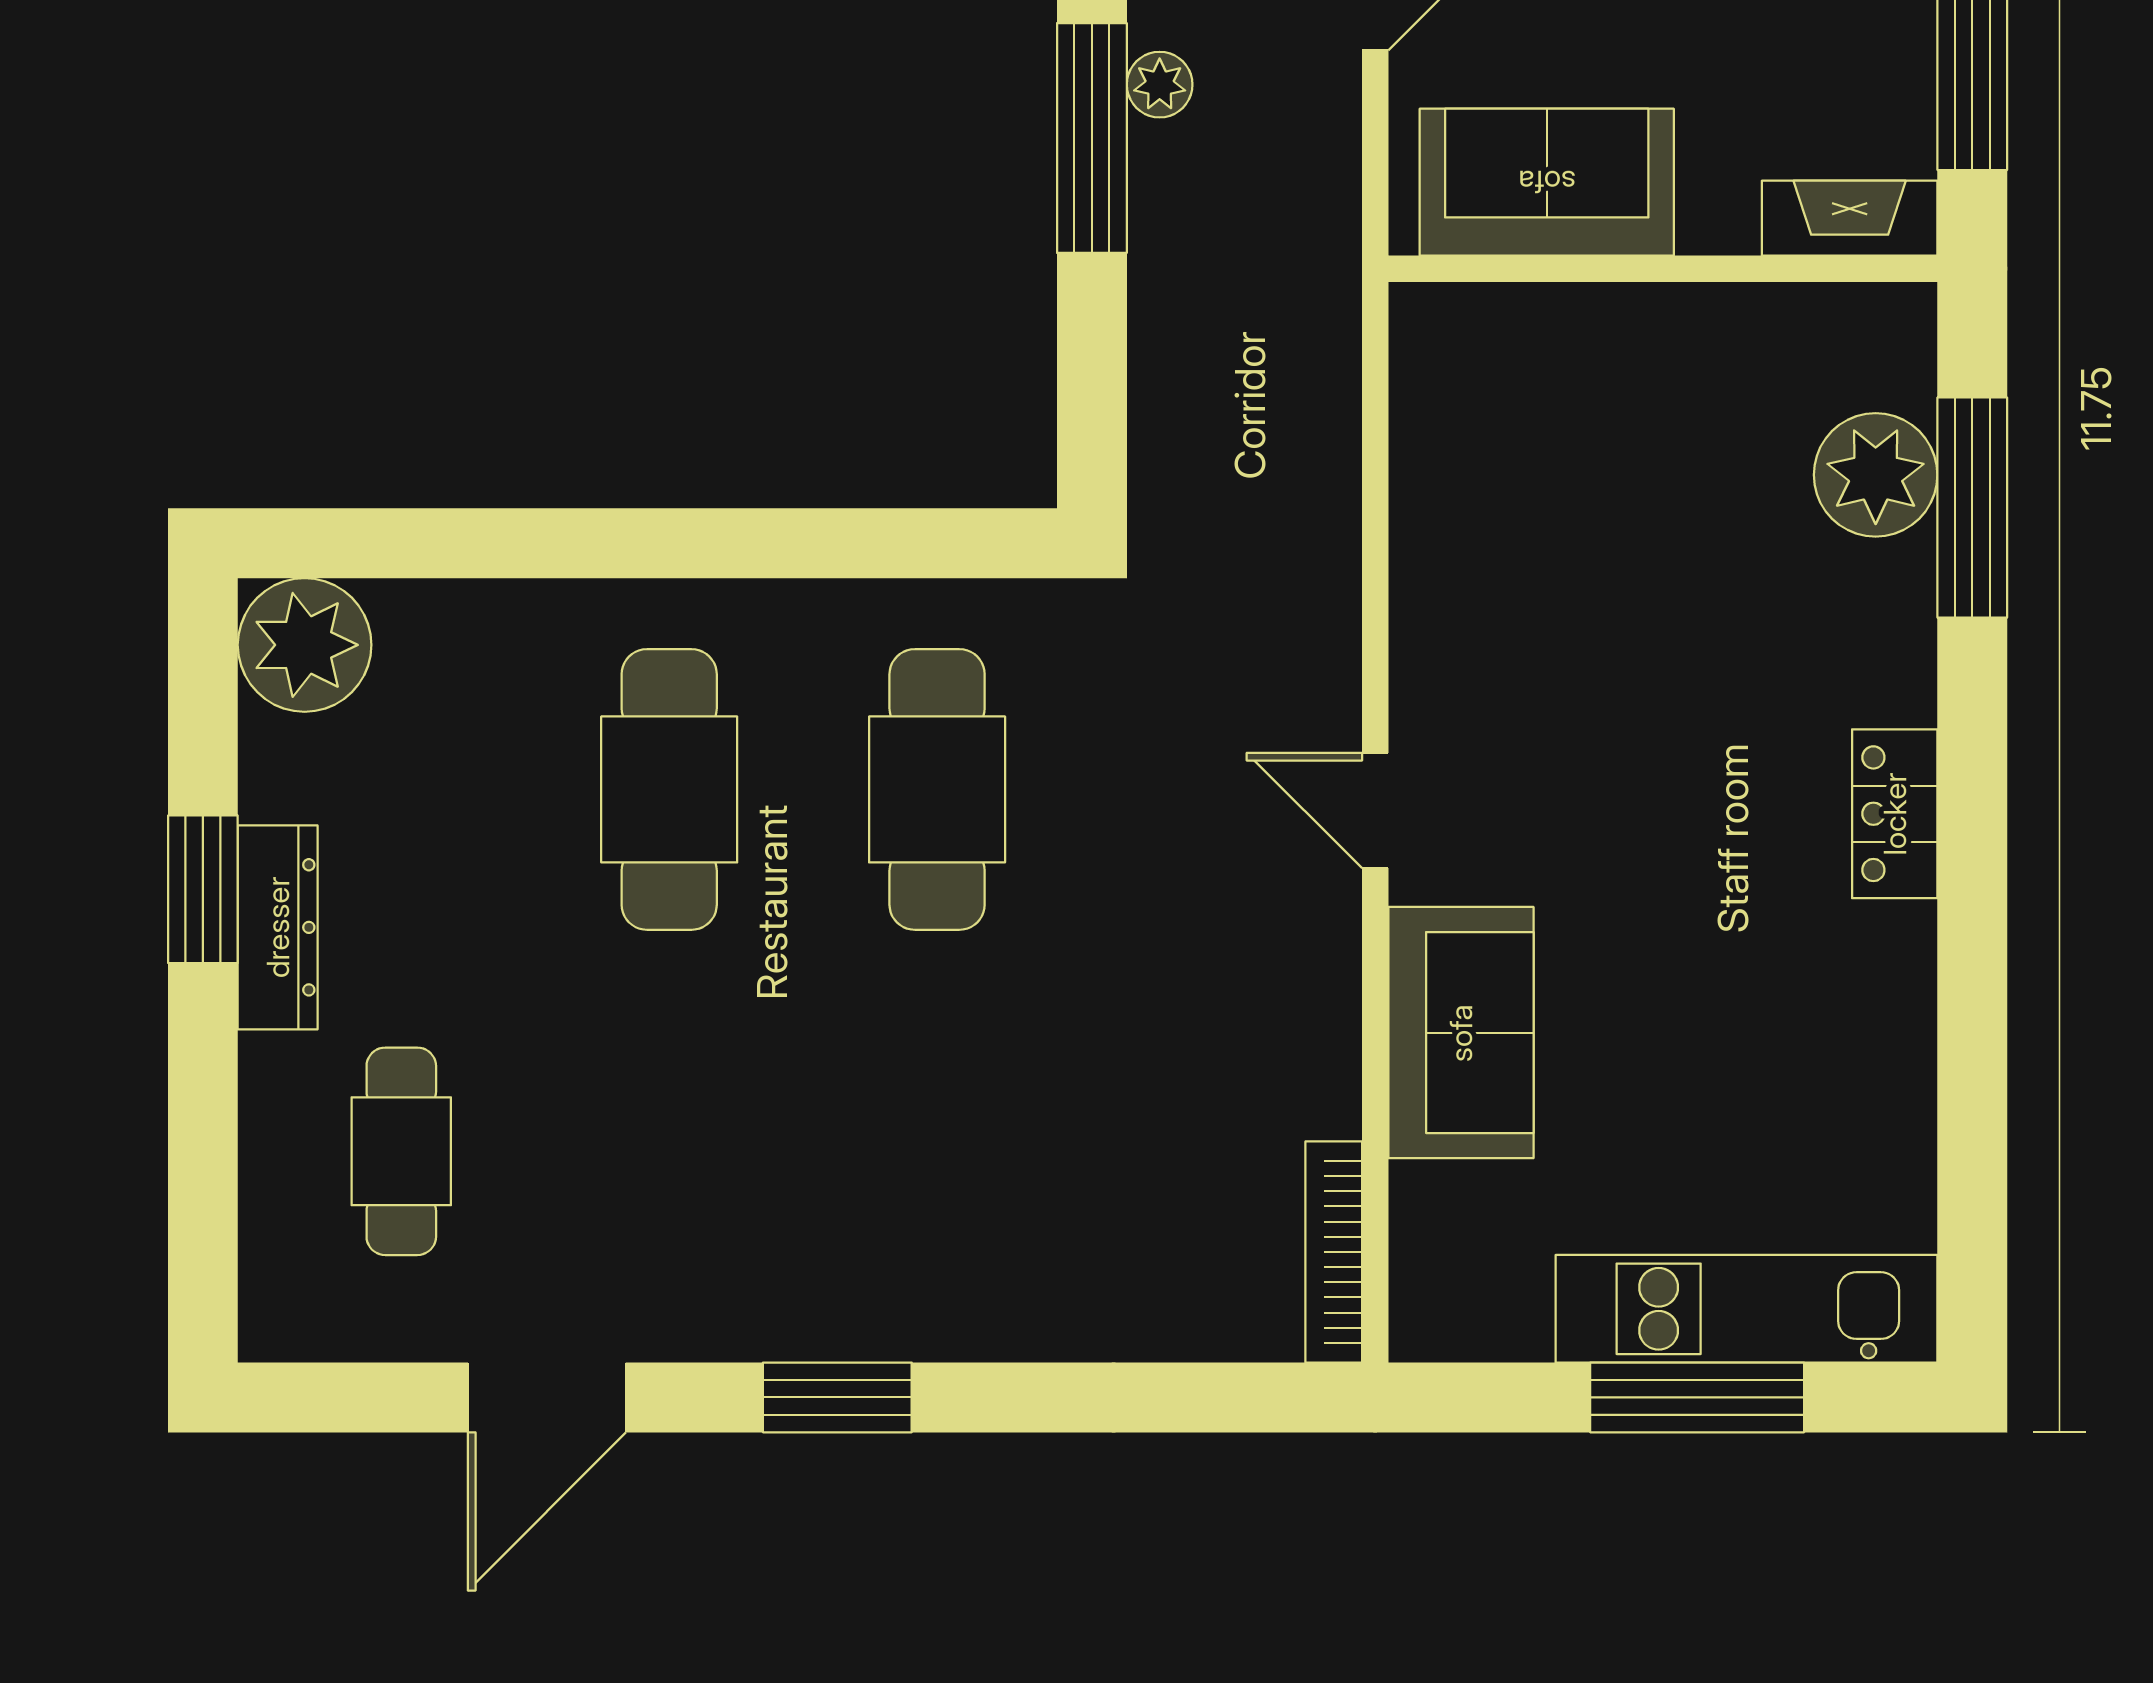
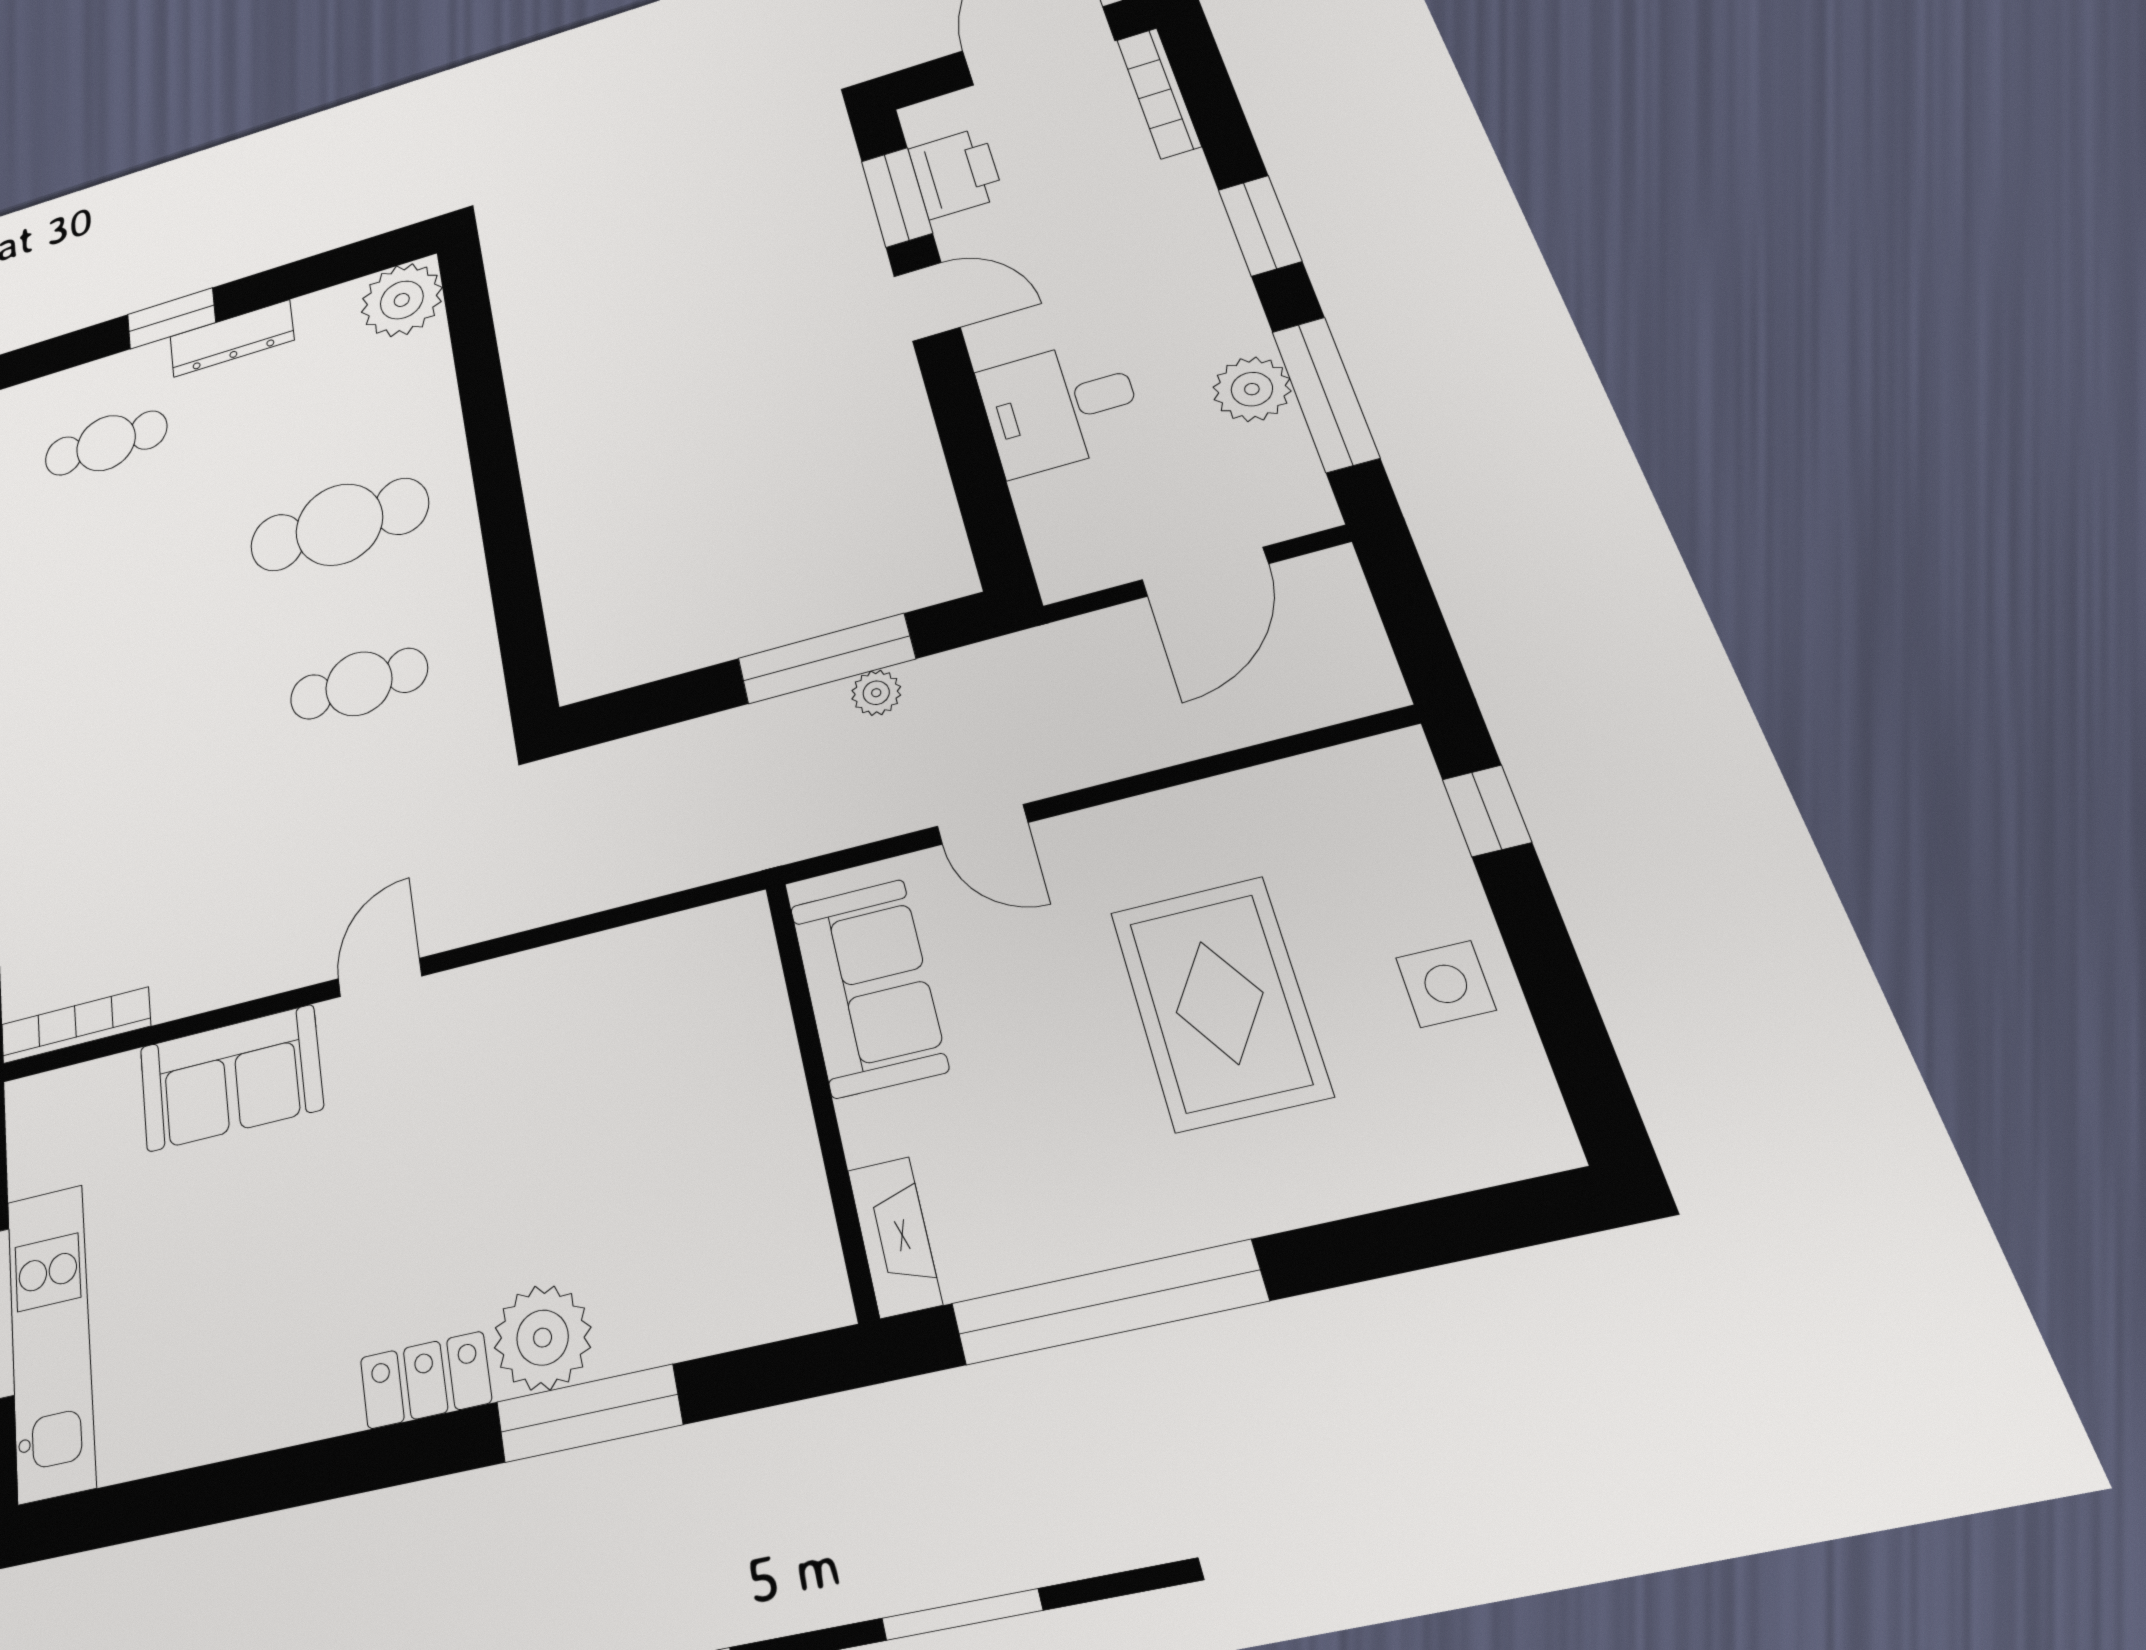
plant: (1876, 475) -> (543, 1338), moved
window: (1972, 508) -> (589, 1413), moved
cafe table: (937, 789) -> (359, 684), width x0.73, depth x0.74
window: (203, 889) -> (171, 318), moved

